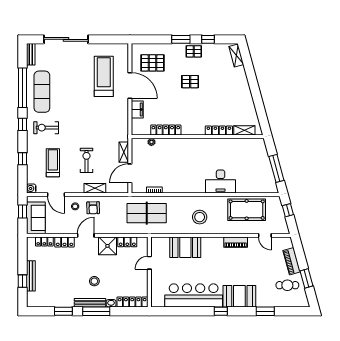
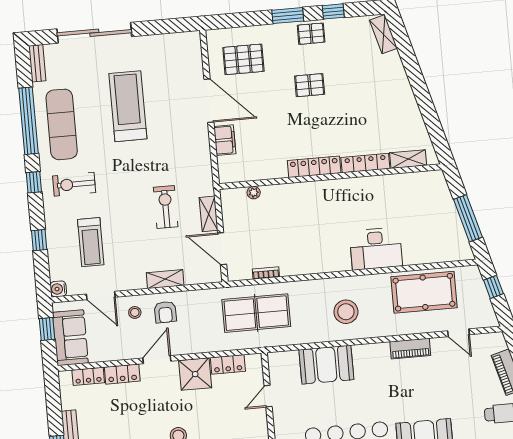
treadmill: (104, 76) -> (128, 106), moved
locker: (166, 130) -> (314, 167), moved
exercise bike: (87, 160) -> (166, 207), moved
treadmill: (53, 163) -> (91, 242), turned 180
door: (130, 173) -> (222, 249), hinge flipped

